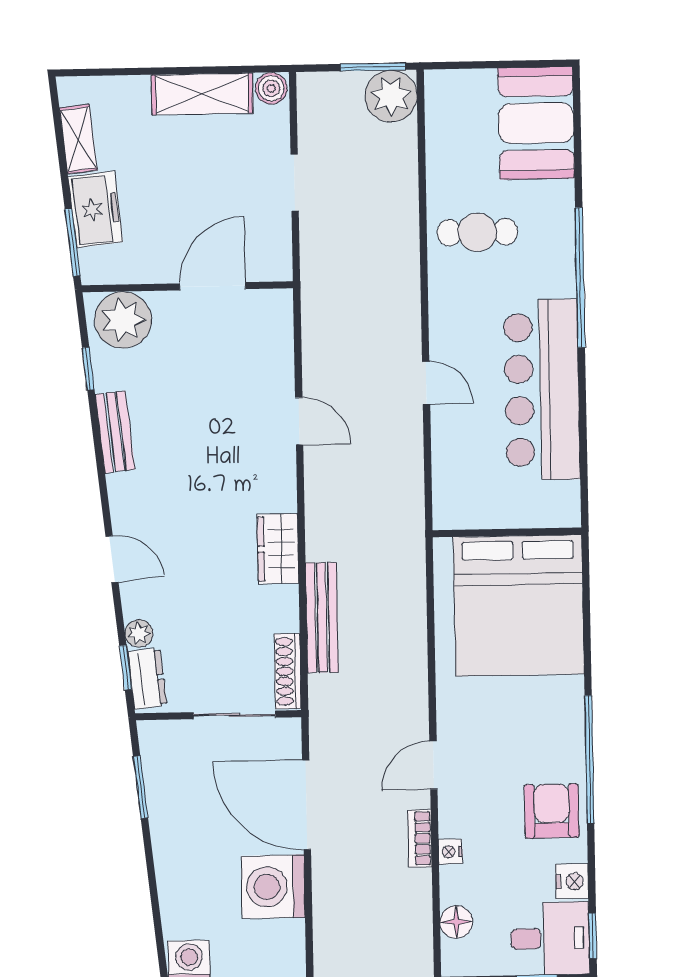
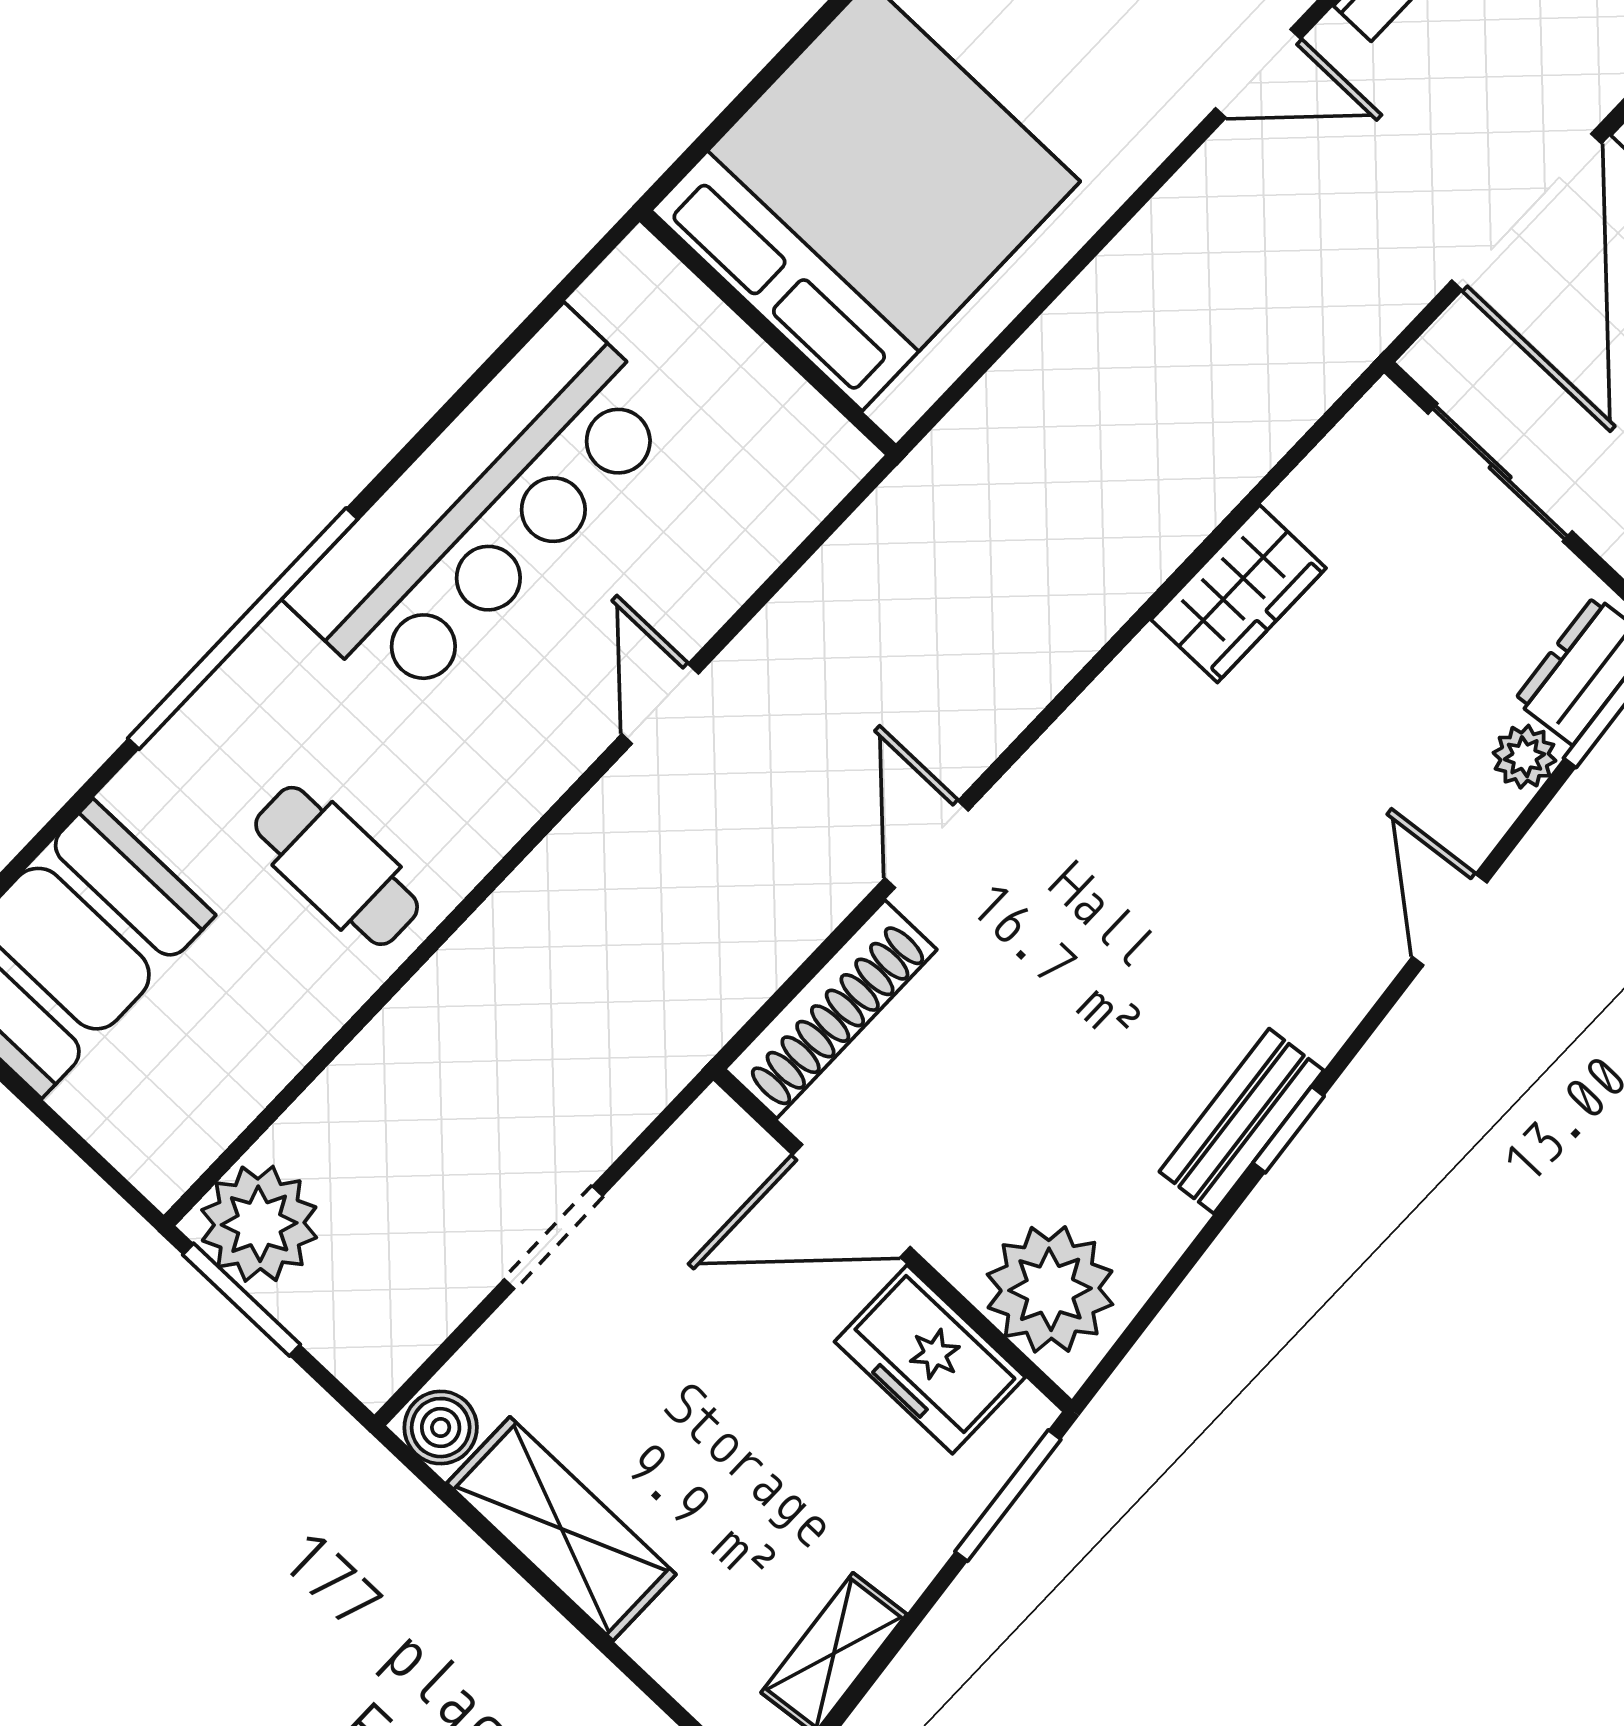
freezer: (95, 209) -> (930, 1359), moved, turned -84
window: (88, 369) -> (1289, 1130), moved
wardrobe: (278, 549) -> (1239, 594), moved
bench: (322, 618) -> (1203, 490), removed
shoe rack: (288, 671) -> (831, 1009), moved, width x1.36, depth x1.24

